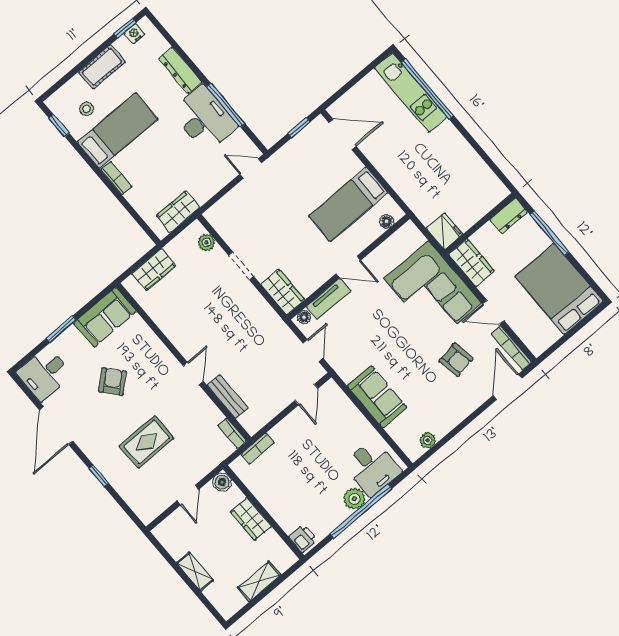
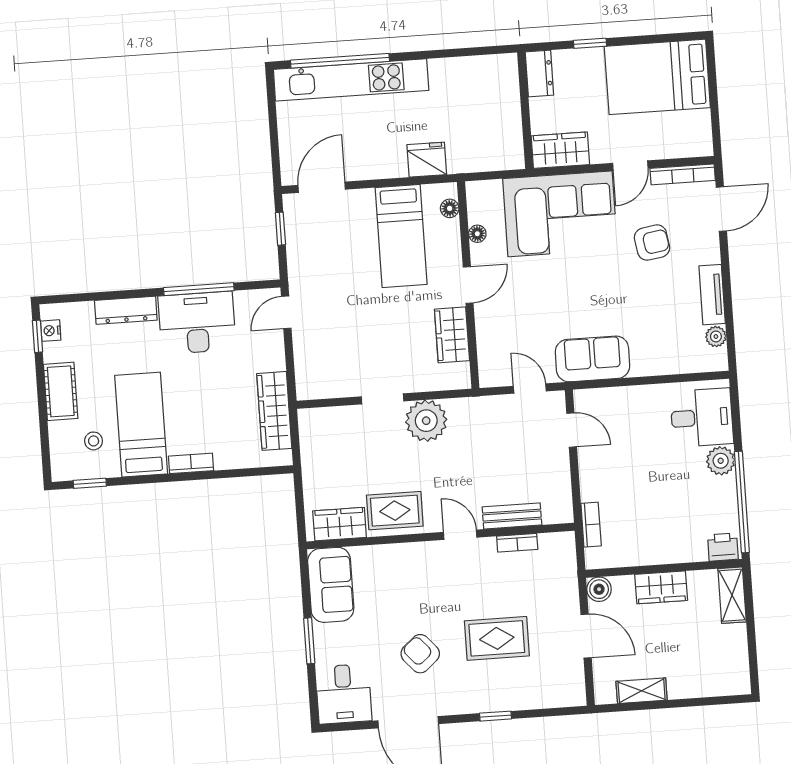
kitchen unit: (411, 92) -> (351, 80), width x1.36
wardrobe: (178, 212) -> (274, 411), width x1.50
fridge: (445, 231) -> (427, 160), moved
window: (550, 233) -> (590, 43), width x0.46
plant: (206, 242) -> (426, 421), moved, width x1.88, depth x1.88
wardrobe: (154, 270) -> (340, 524), moved, turned -90
wardrobe: (283, 292) -> (452, 335), moved, turned -90
tv unit: (328, 299) -> (712, 295), moved, turned 180
floor lamp: (304, 317) -> (477, 234), moved
rug: (179, 323) -> (395, 511), added
armchair: (113, 382) -> (420, 654), moved
door: (507, 387) -> (721, 209), swing flipped
sofa: (377, 397) -> (592, 359), moved
bookcase: (232, 433) -> (517, 543), moved
rug: (147, 442) -> (497, 638), turned 90
door: (188, 495) -> (586, 636), width x1.38
window: (361, 511) -> (742, 502), moved
shelving: (195, 572) -> (642, 691), moved
shelving: (259, 581) -> (732, 595), moved

